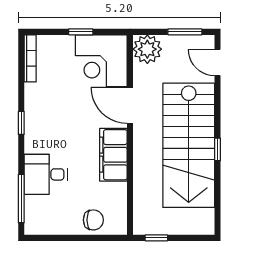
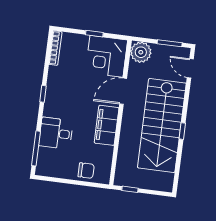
door: (130, 105) -> (123, 91), hinge flipped

